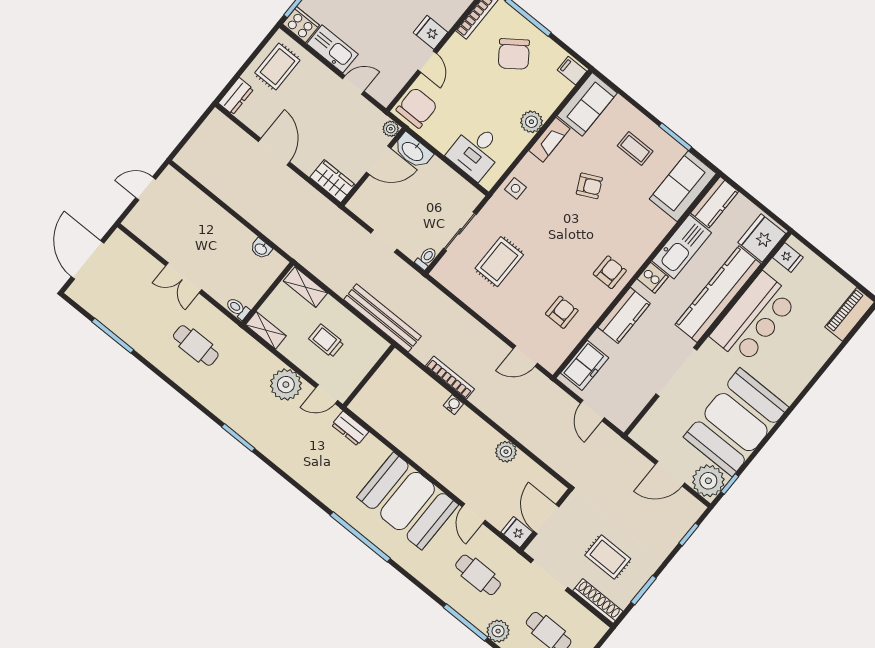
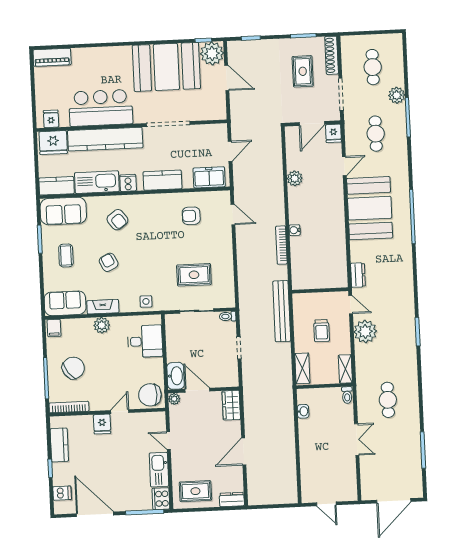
armchair: (610, 272) -> (117, 220), moved, turned -127

